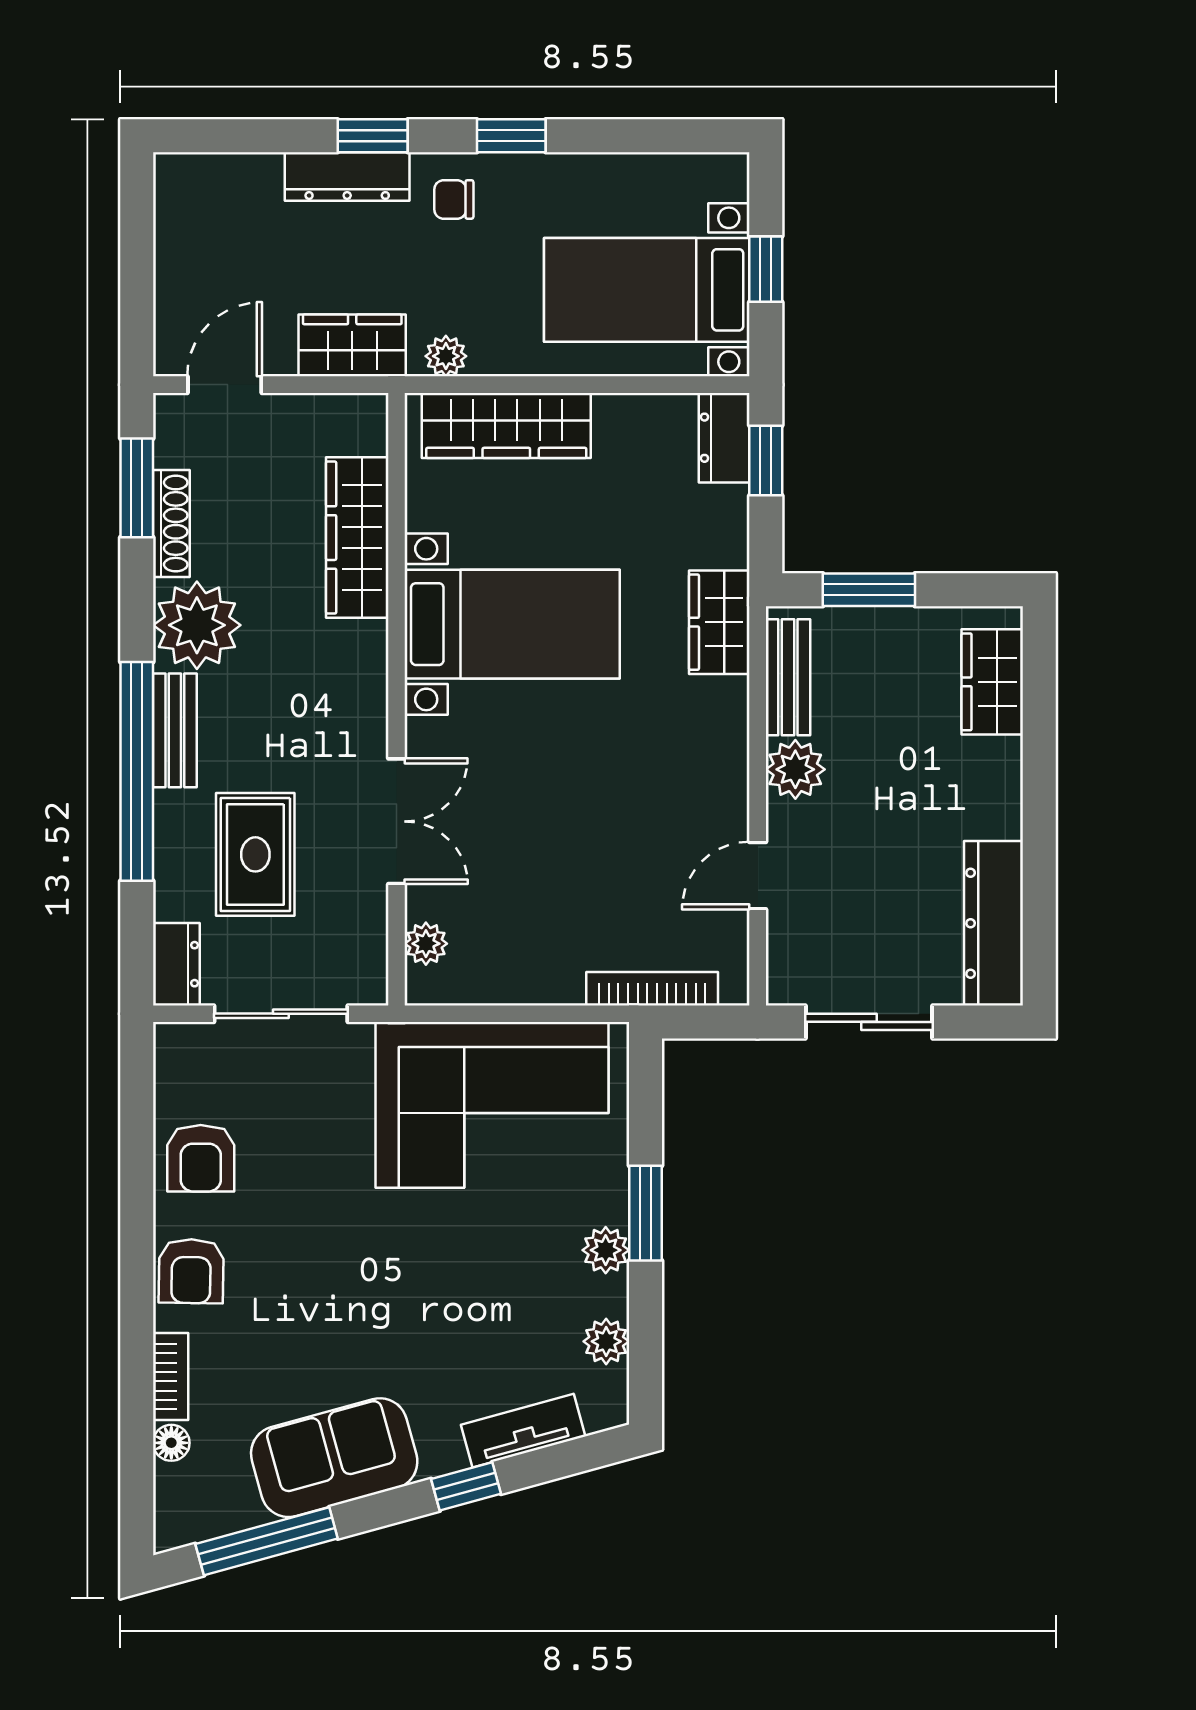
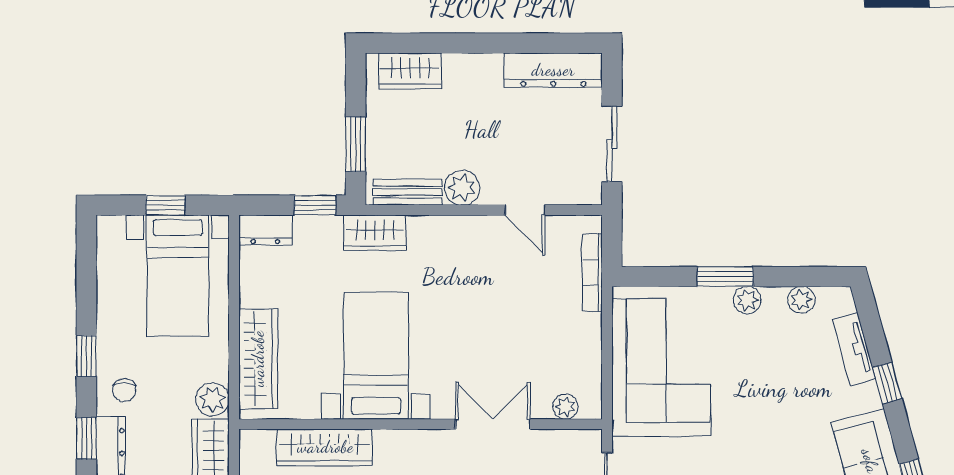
plant: (446, 356) -> (212, 399), width x1.38, depth x1.38
window: (766, 461) -> (315, 205), moved

